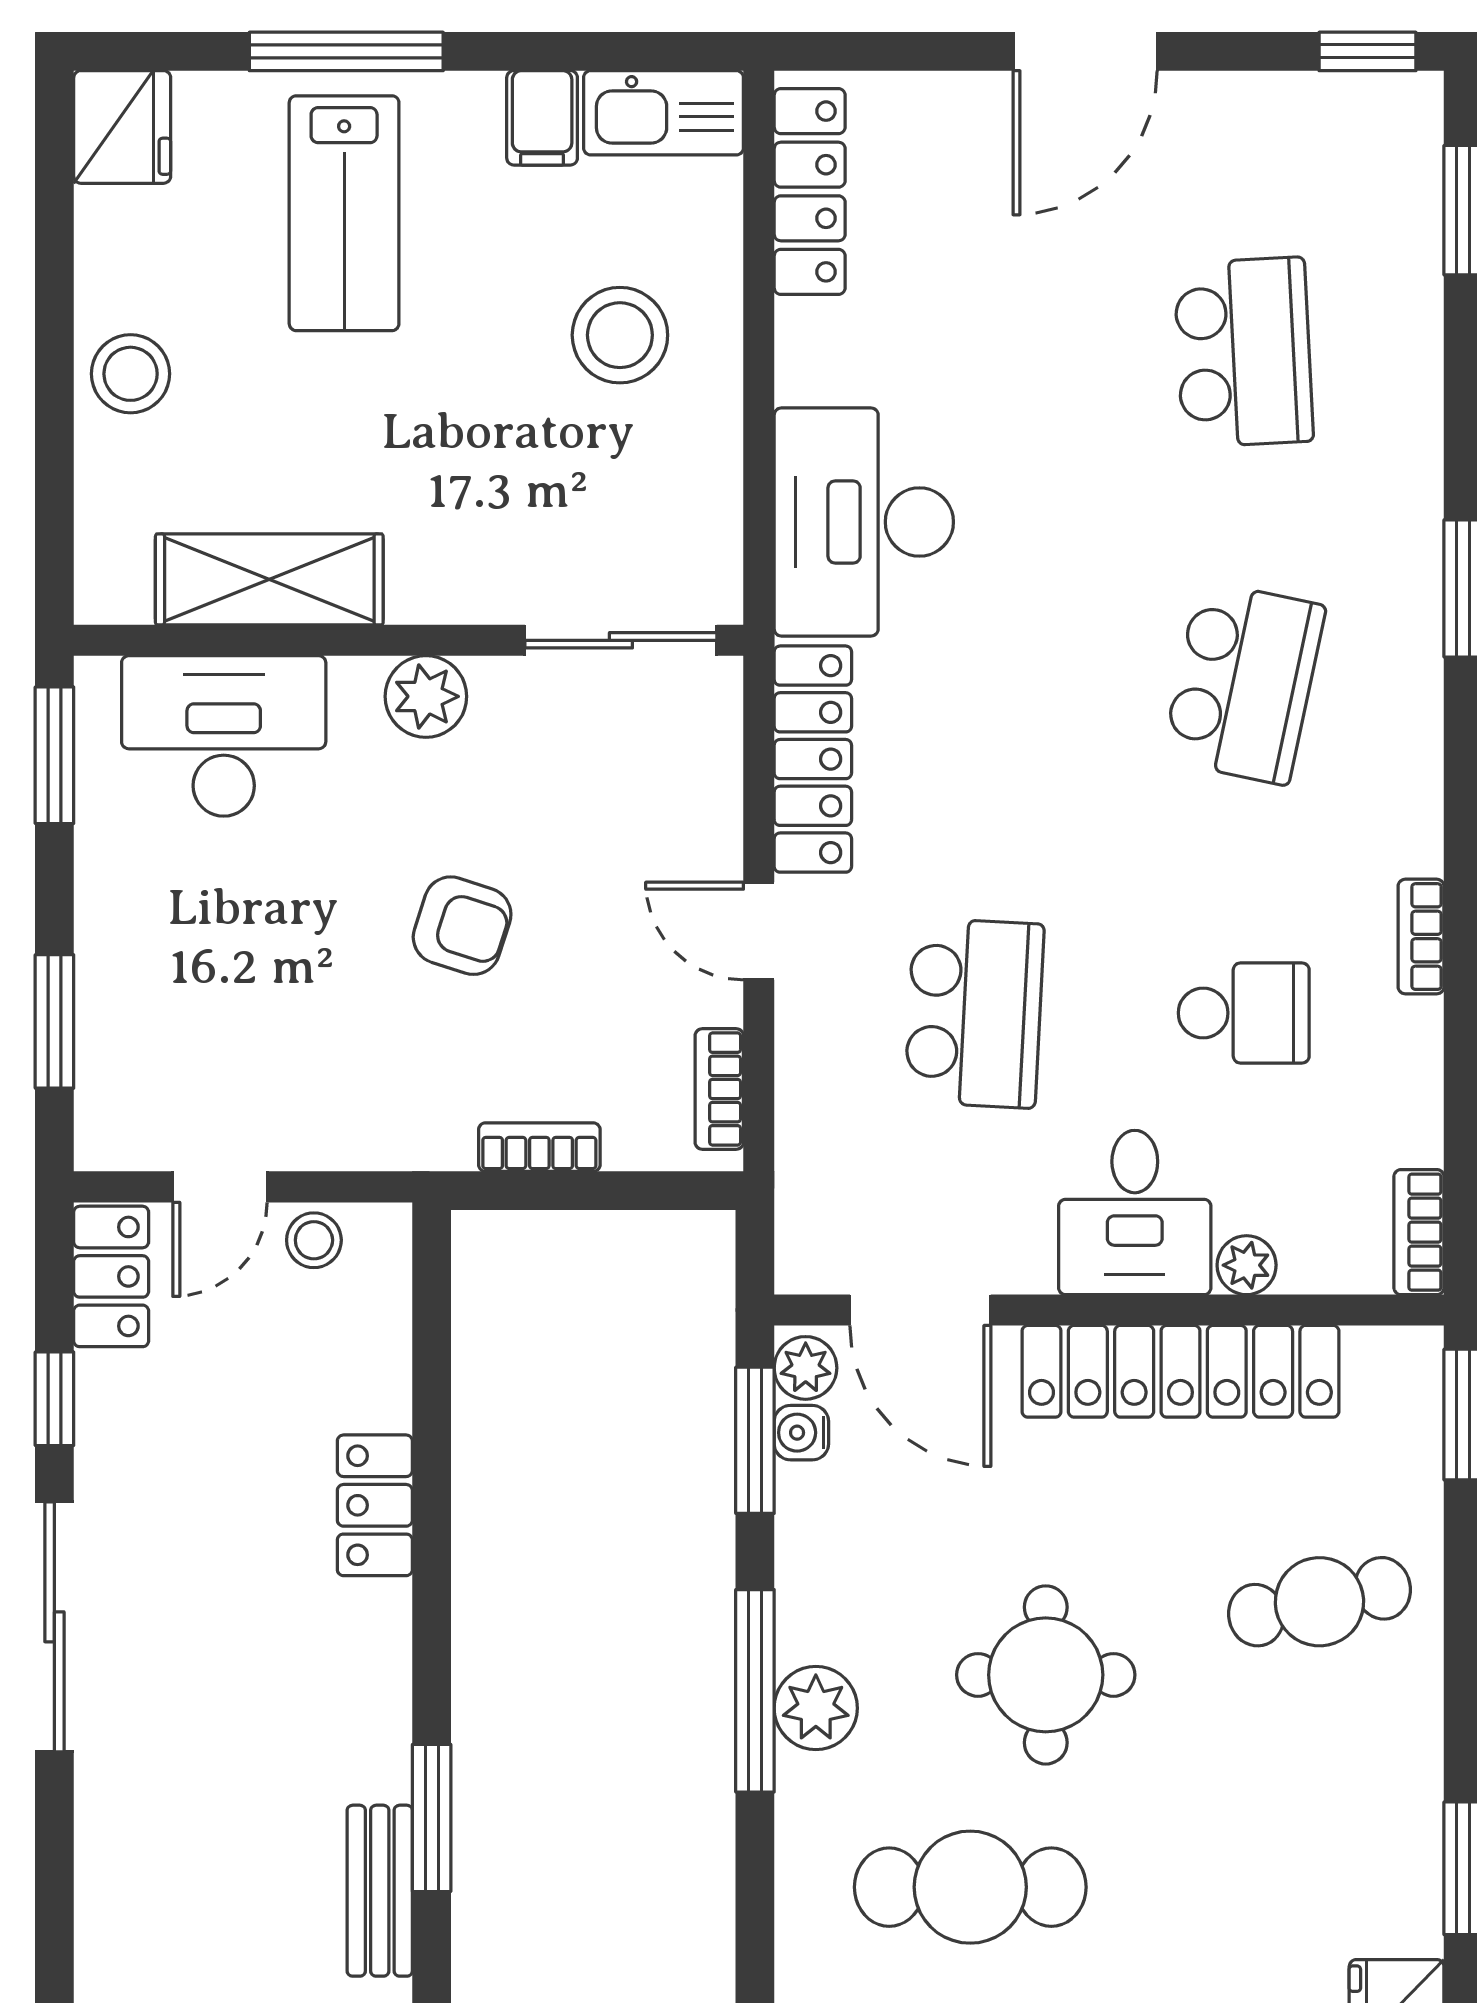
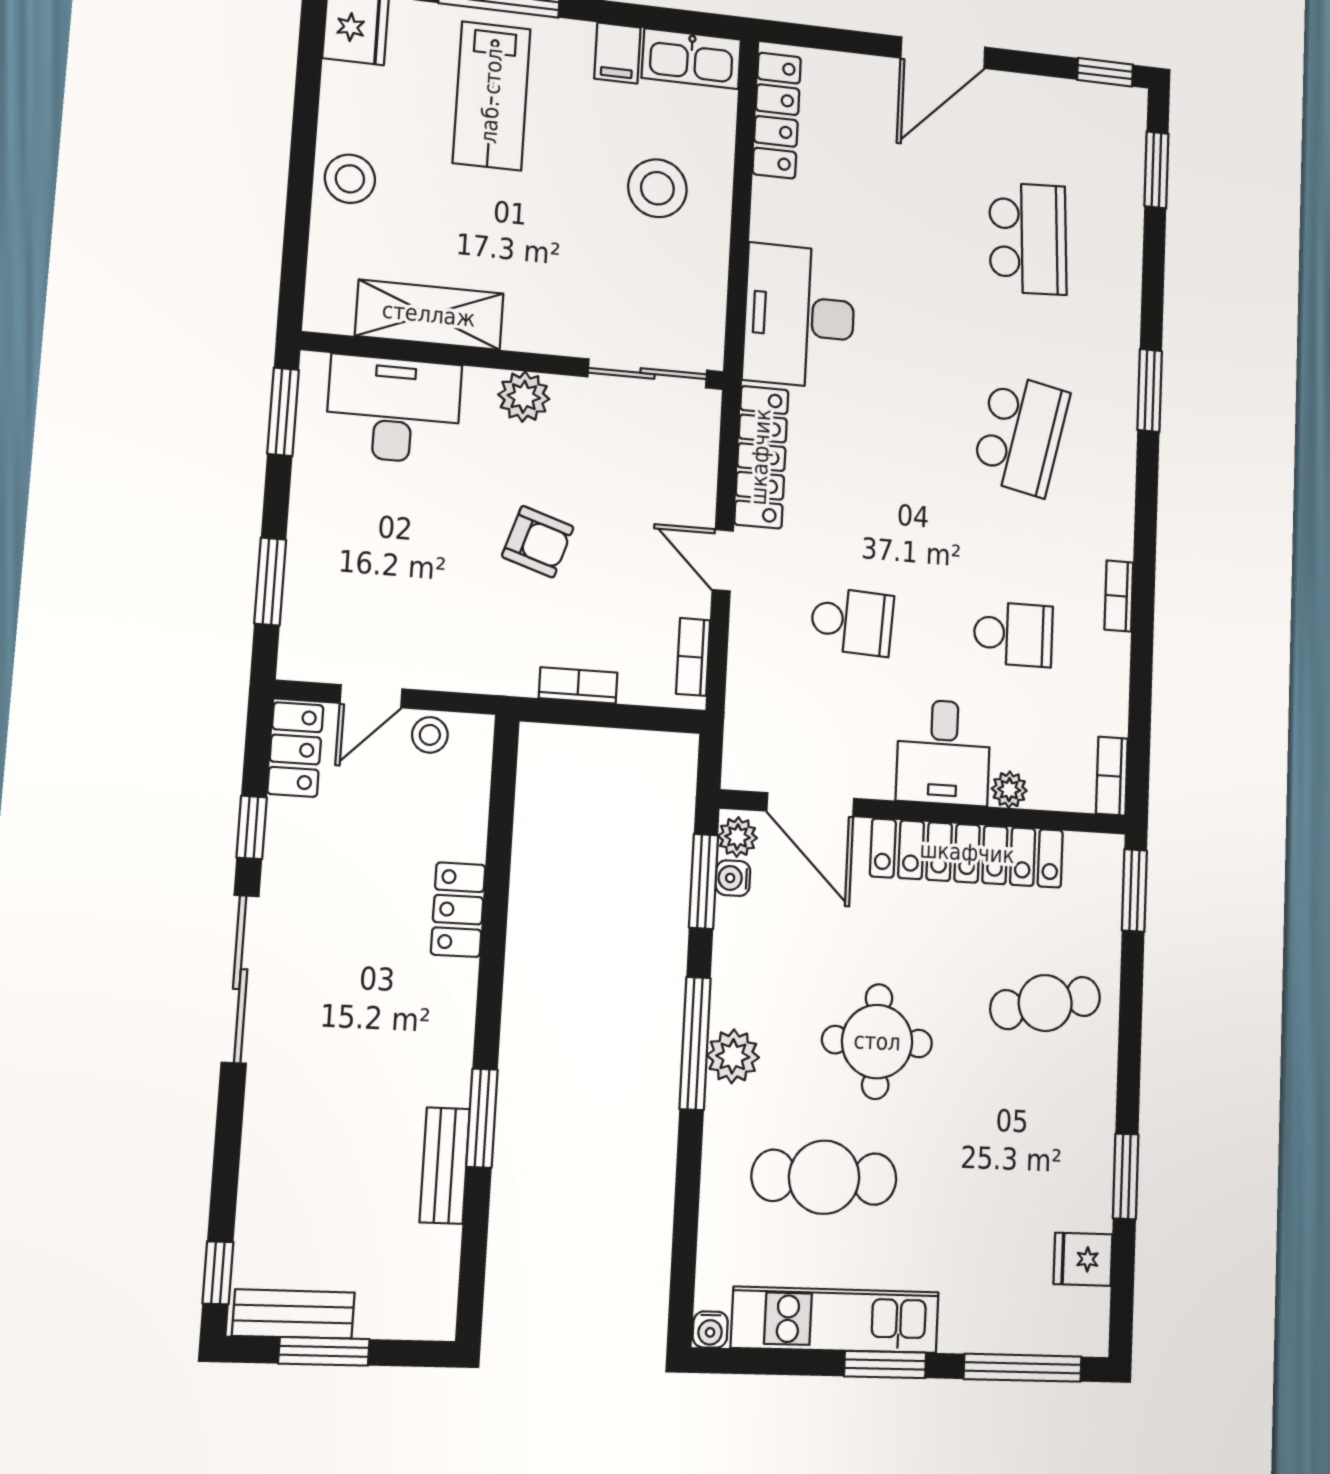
school desk: (974, 1013) -> (852, 622), width x0.54

